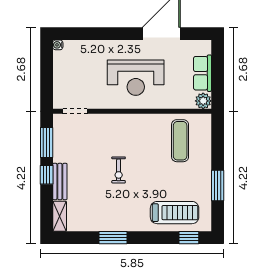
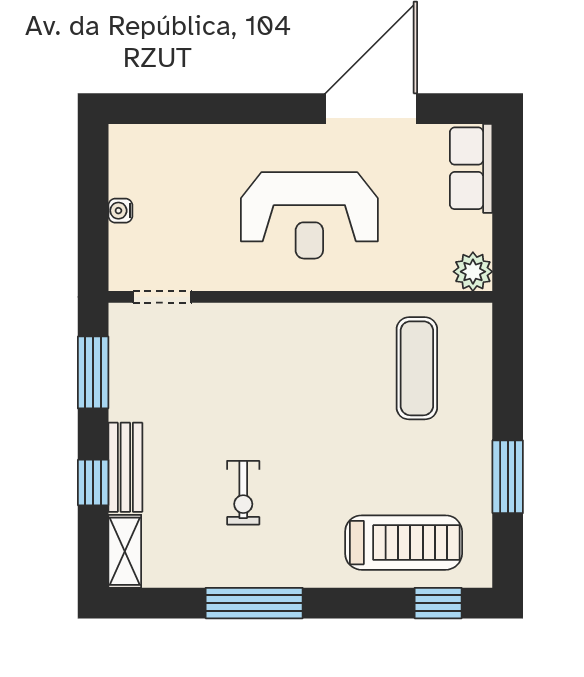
water cooler: (58, 45) -> (120, 211), moved
row of seats: (202, 73) -> (471, 168), moved
exercise bike: (119, 170) -> (243, 493), moved
window: (47, 175) -> (93, 483), moved
window: (113, 238) -> (254, 603), width x1.44

